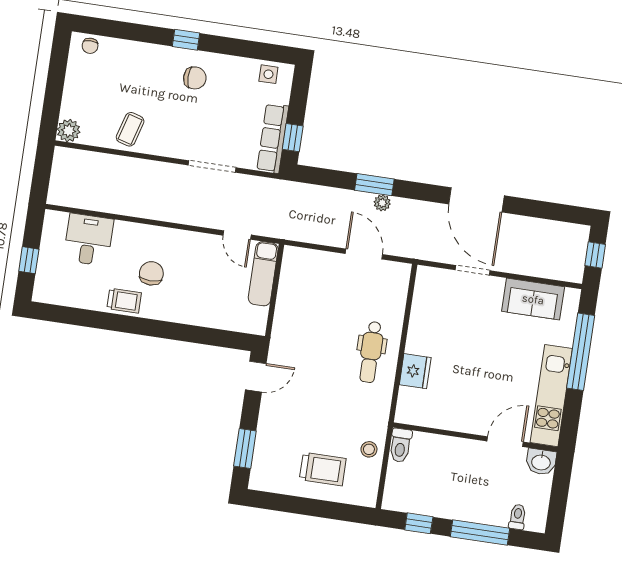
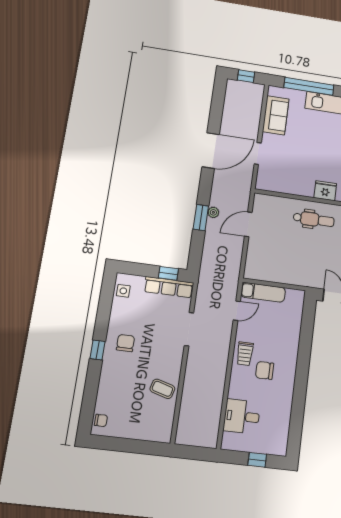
plant: (69, 131) -> (163, 434), removed
trolley: (124, 301) -> (245, 354), moved, turned 180

